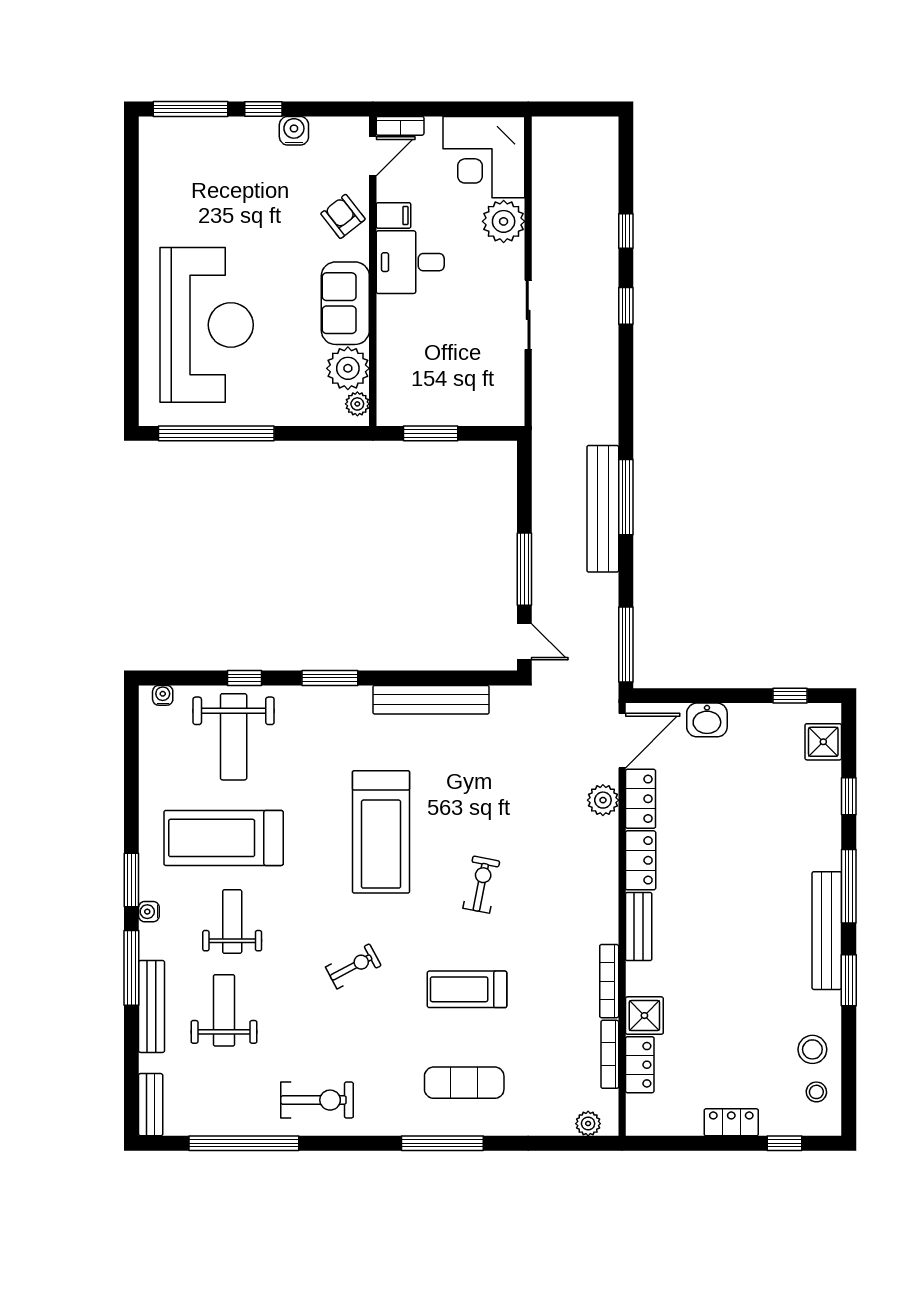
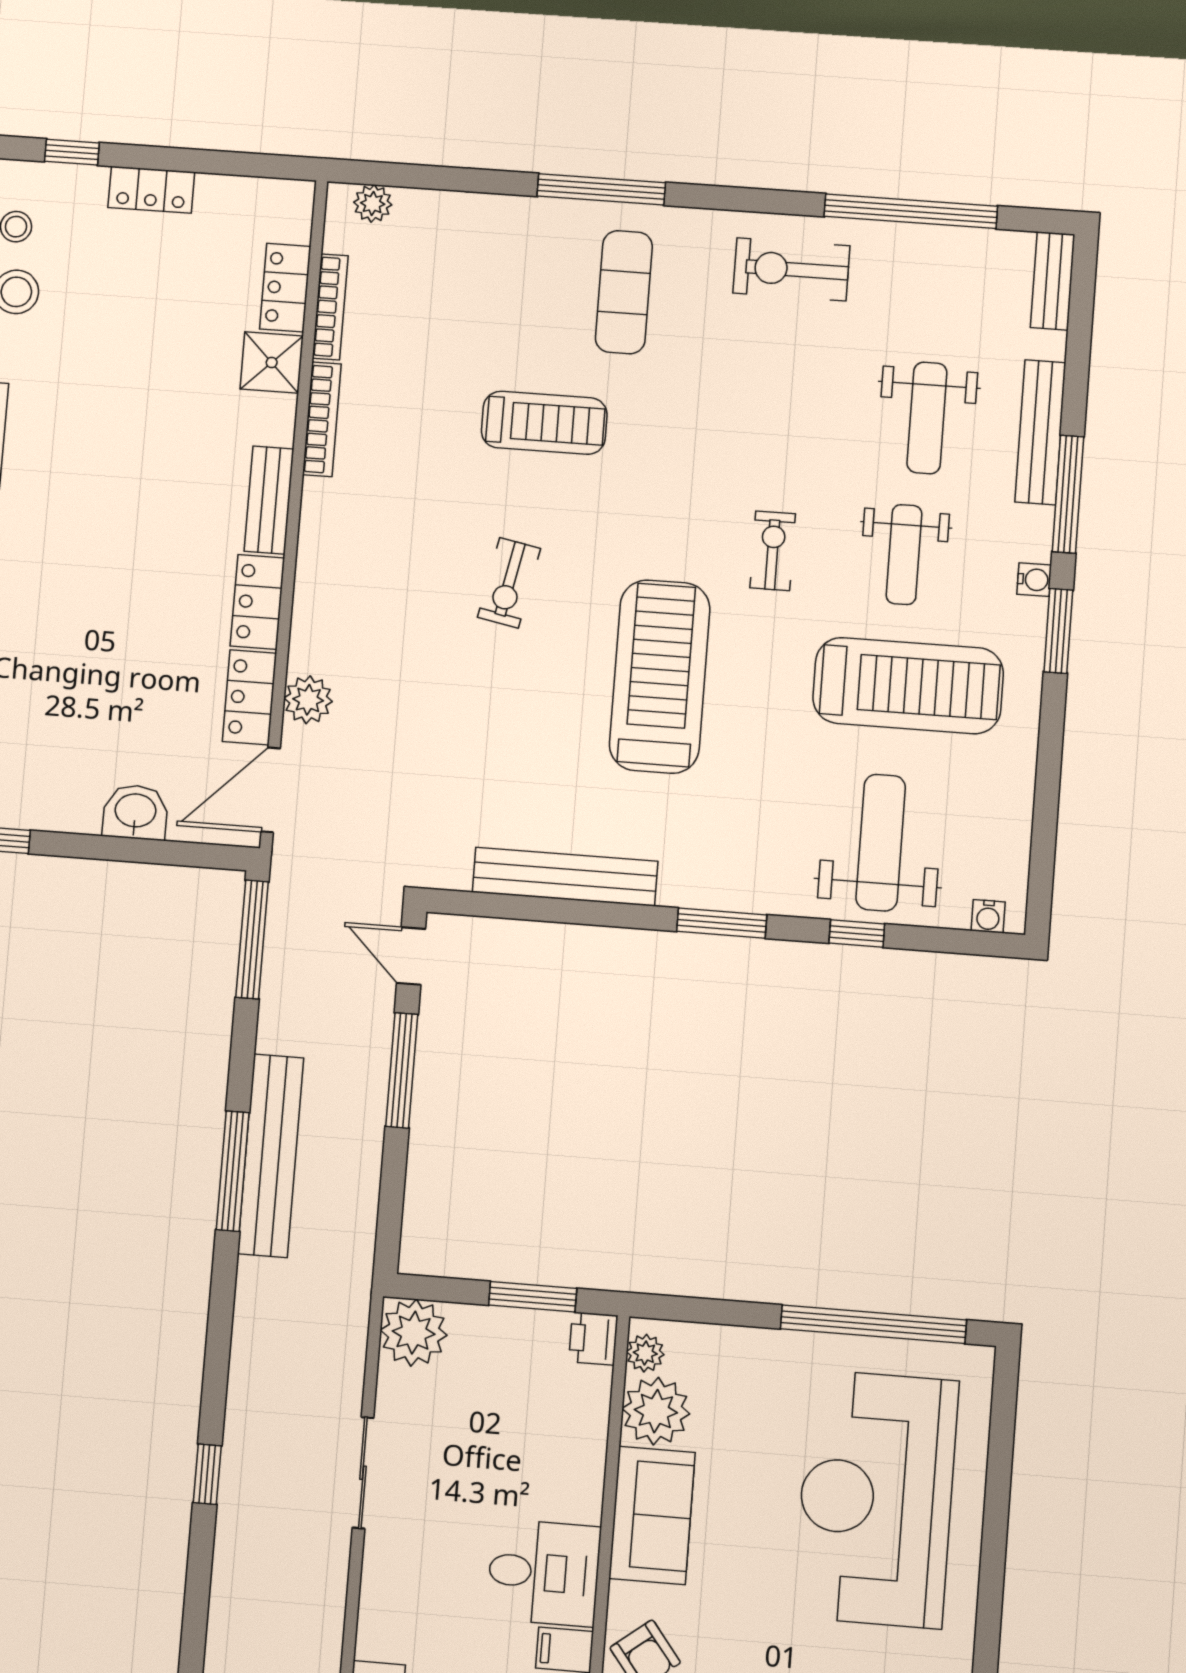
plant: (504, 221) -> (414, 1333), moved
window: (626, 231) -> (197, 1594), removed
printer: (391, 410) -> (593, 1339), added
exercise bike: (353, 966) -> (773, 551), moved, turned 118
exercise mat: (464, 1083) -> (624, 292), moved, turned 90

